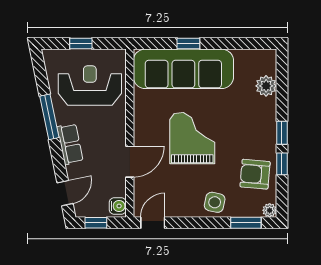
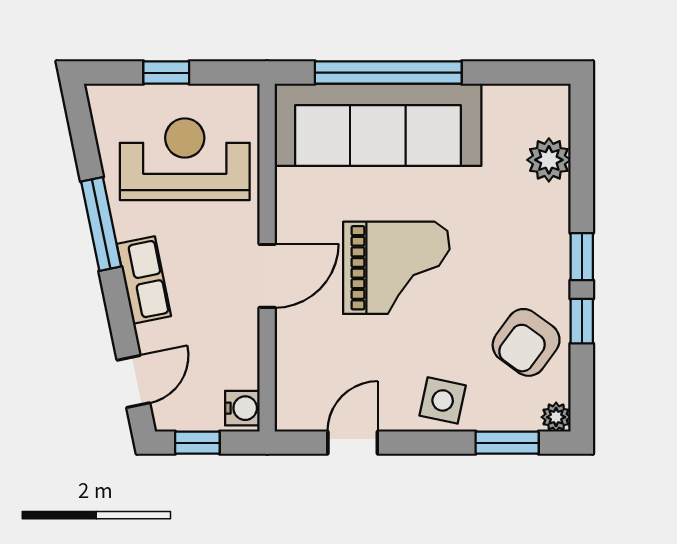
window: (188, 44) -> (388, 73), width x3.17
grand piano: (192, 138) -> (396, 268), turned 90
door: (130, 162) -> (267, 276), moved
armchair: (255, 174) -> (526, 342), turned -59
door: (153, 223) -> (353, 443), moved

